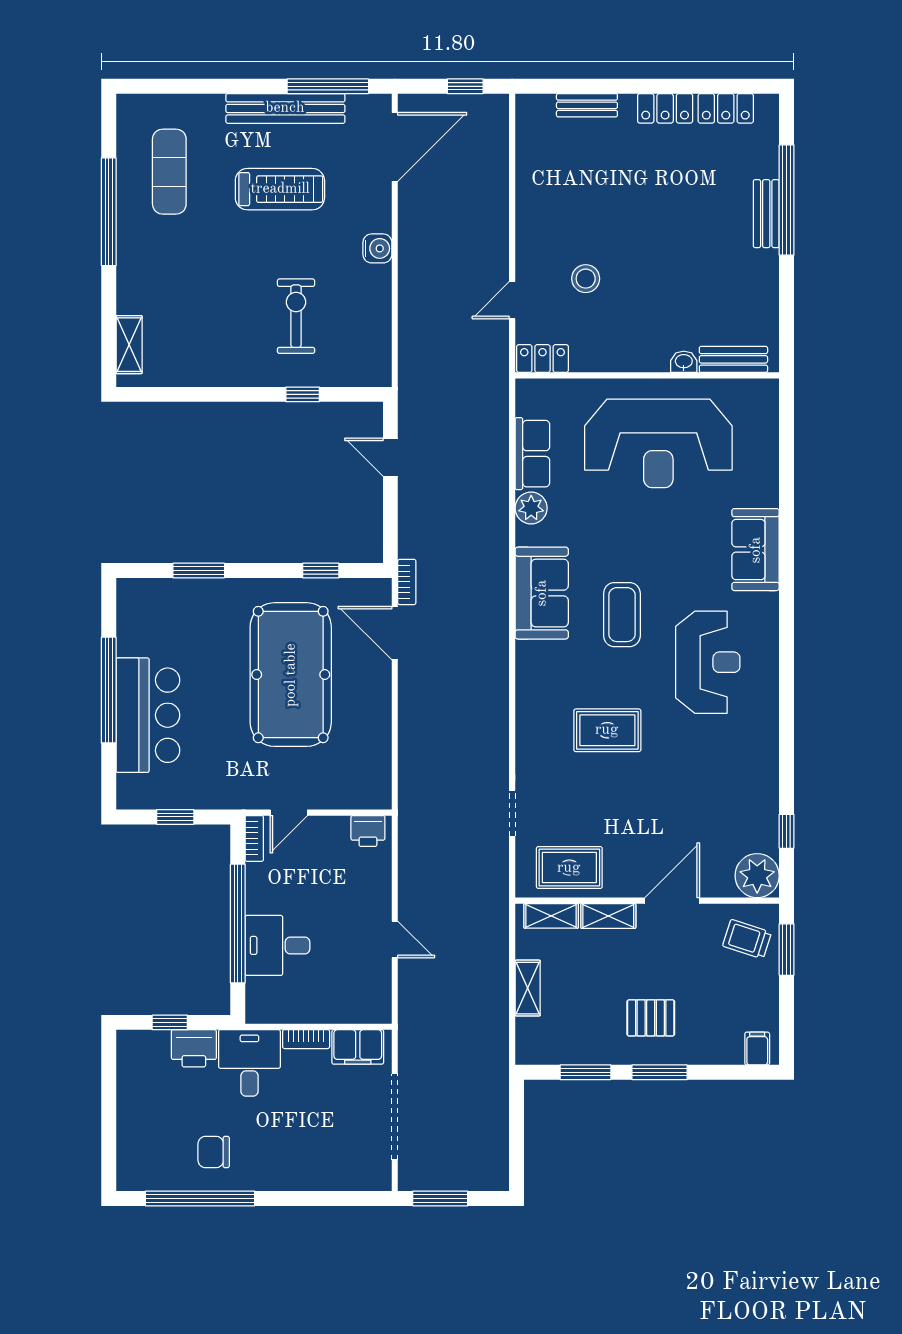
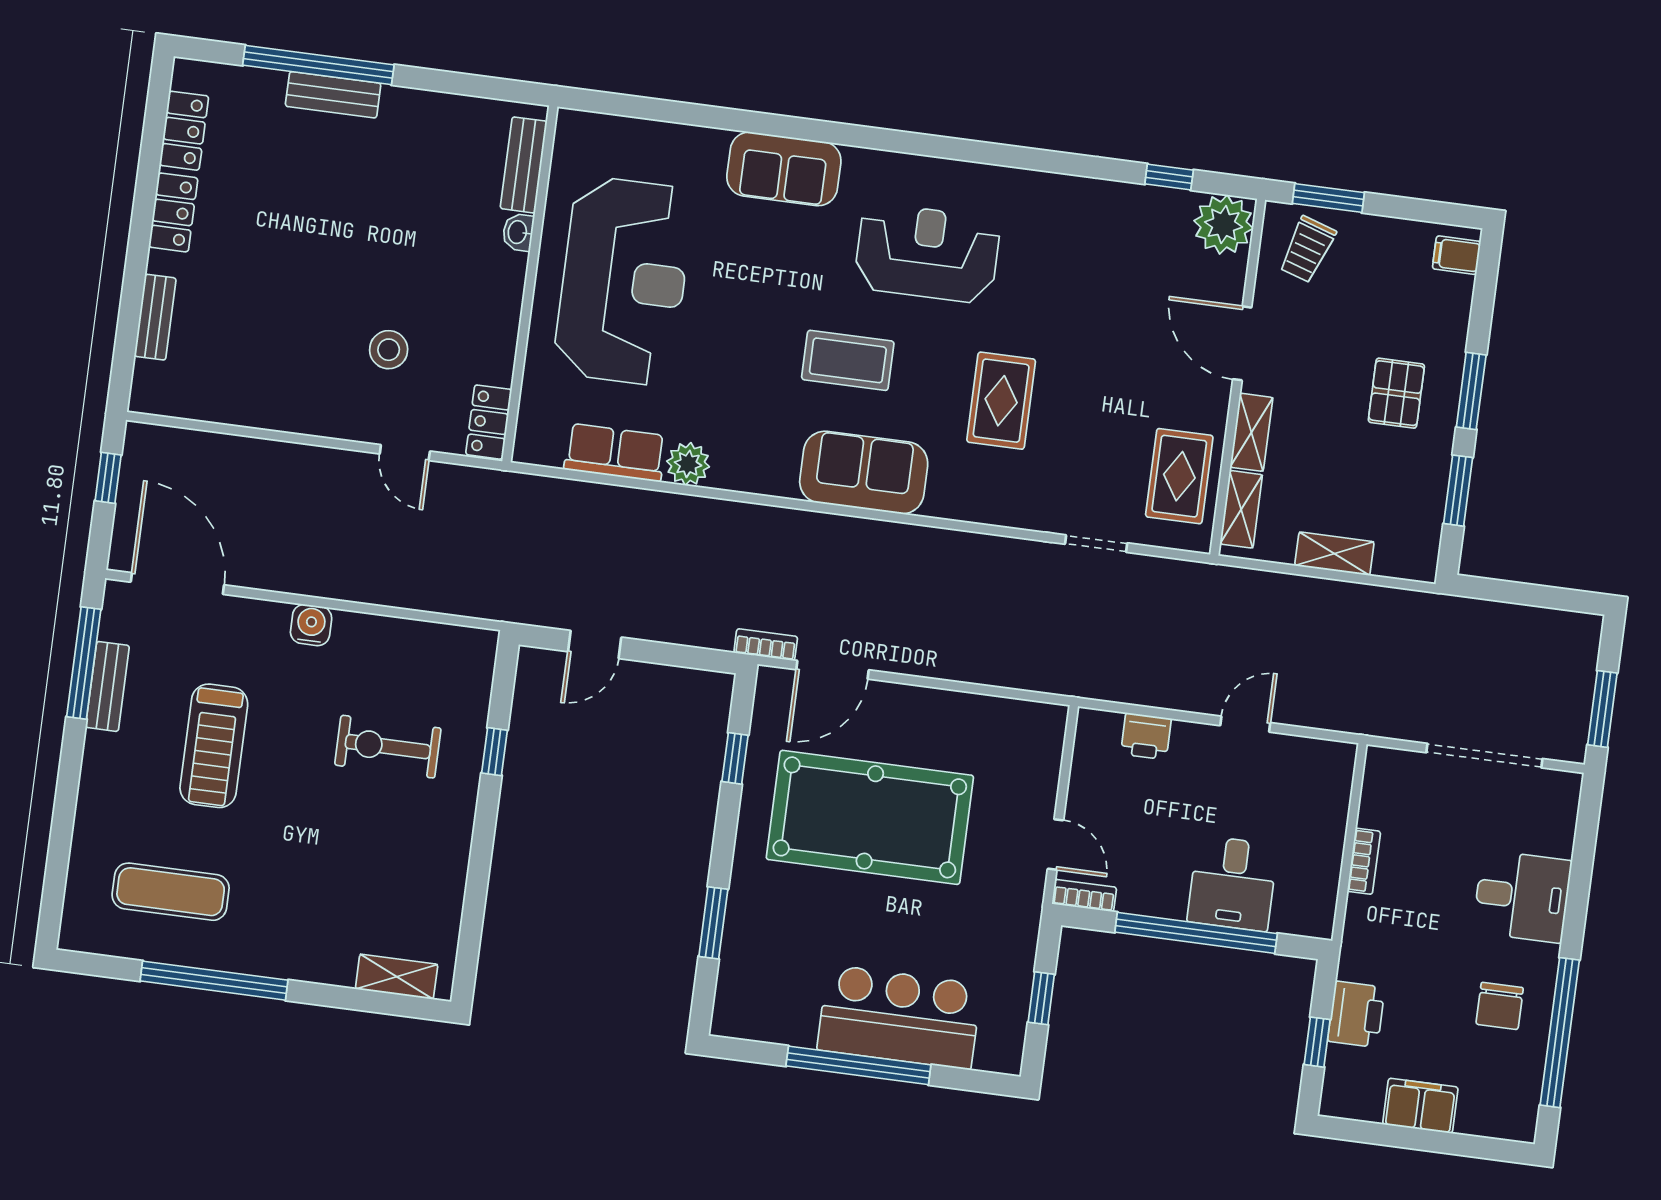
bench: (285, 108) -> (107, 686), width x0.54, depth x0.82
treadmill: (280, 189) -> (214, 746), turned 180
sofa: (542, 593) -> (864, 472), moved
printer: (368, 831) -> (1146, 736), moved, turned 90
filing cabinet: (358, 1047) -> (1420, 1106), moved, turned -90
desk: (249, 1063) -> (1522, 896), moved, turned 180

